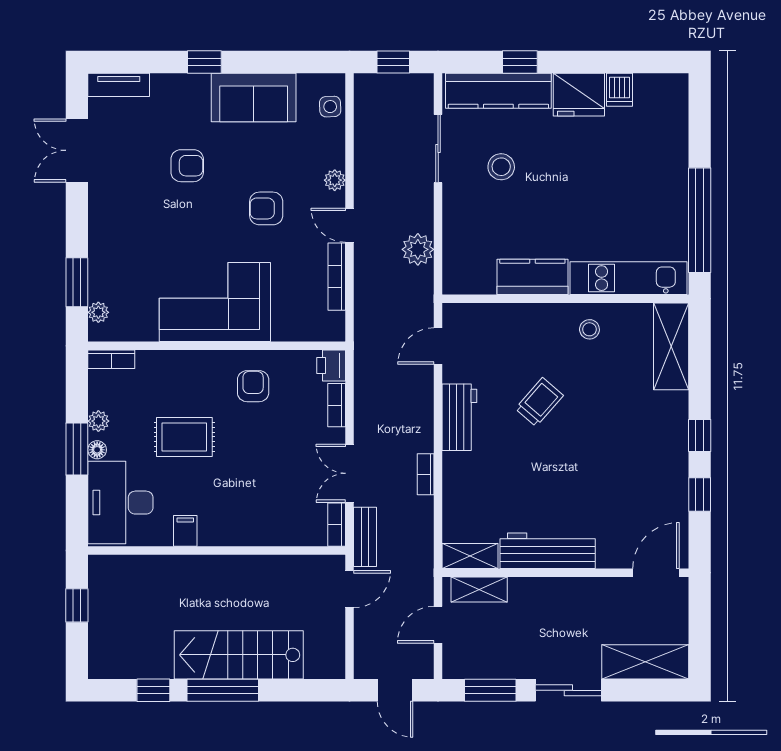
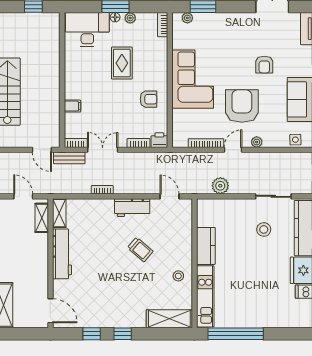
armchair: (266, 208) -> (242, 106), width x1.88, depth x1.88
filing cabinet: (185, 531) -> (72, 106), moved

